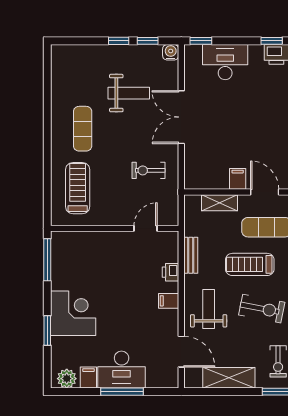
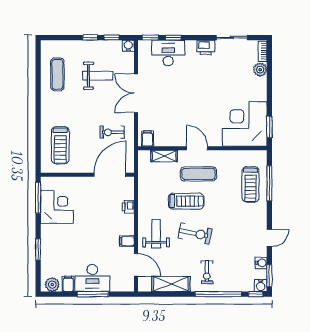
window: (272, 41) -> (173, 38), moved
exercise mat: (83, 129) -> (57, 74), moved
filing cabinet: (238, 179) -> (147, 139), moved
treadmill: (78, 188) -> (60, 145), turned 180
door: (146, 228) -> (110, 175), width x1.88
bench: (191, 255) -> (143, 194), removed
treadmill: (250, 264) -> (186, 201), turned 180
filing cabinet: (169, 301) -> (127, 241), moved
corner desk: (73, 313) -> (57, 207), moved

